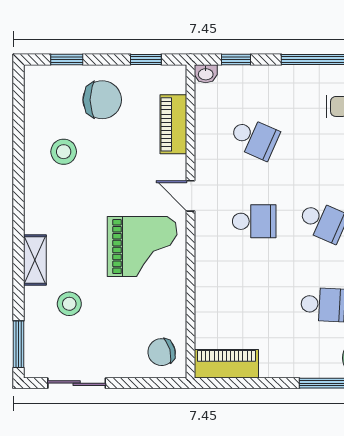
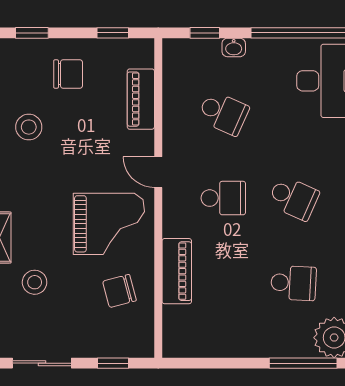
washbasin: (206, 74) -> (234, 47), moved
chair: (102, 100) -> (68, 74), width x0.73, depth x0.73
chair: (162, 352) -> (119, 291), moved
piano: (226, 364) -> (177, 271), moved, turned 90
window: (146, 383) -> (113, 363), added

